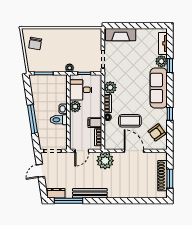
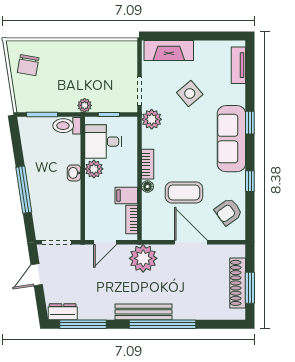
side table: (133, 61) -> (190, 93), added
plant: (161, 61) -> (236, 95), removed
window: (170, 66) -> (250, 123), moved
plant: (110, 88) -> (152, 119), moved
toilet: (59, 120) -> (67, 126), moved
bench: (90, 193) -> (143, 312), moved
window: (117, 201) -> (162, 324), added

